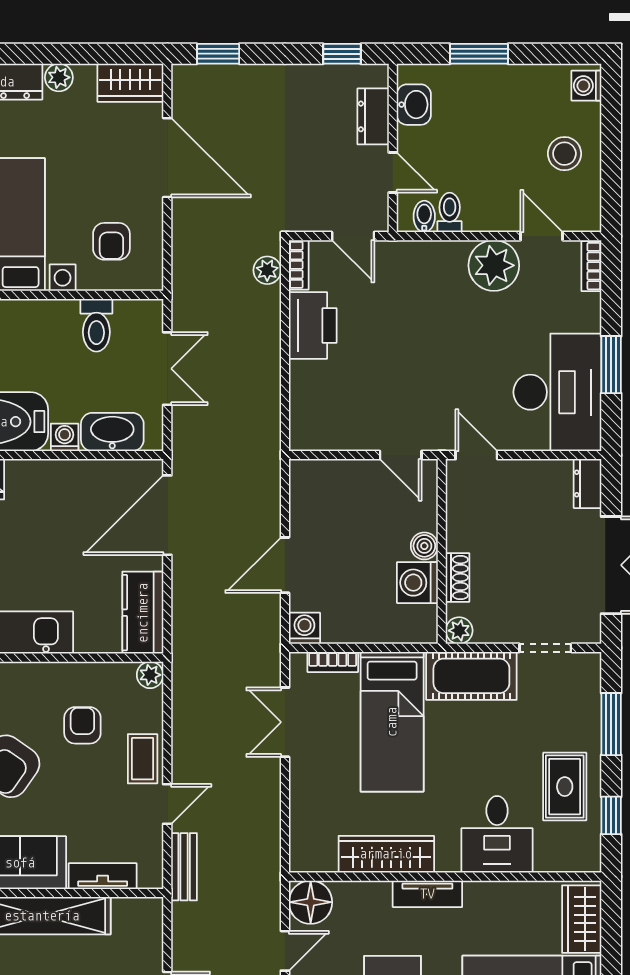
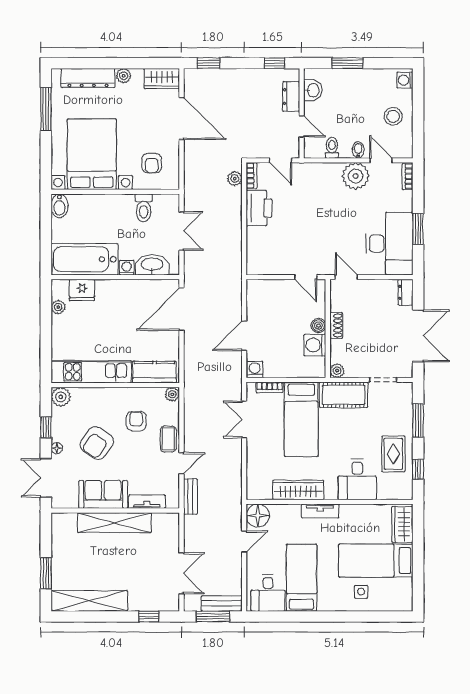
bidet: (424, 216) -> (358, 150), moved
shoe rack: (458, 578) -> (336, 326), moved
kitchen counter: (143, 613) -> (154, 372), moved, turned 90

